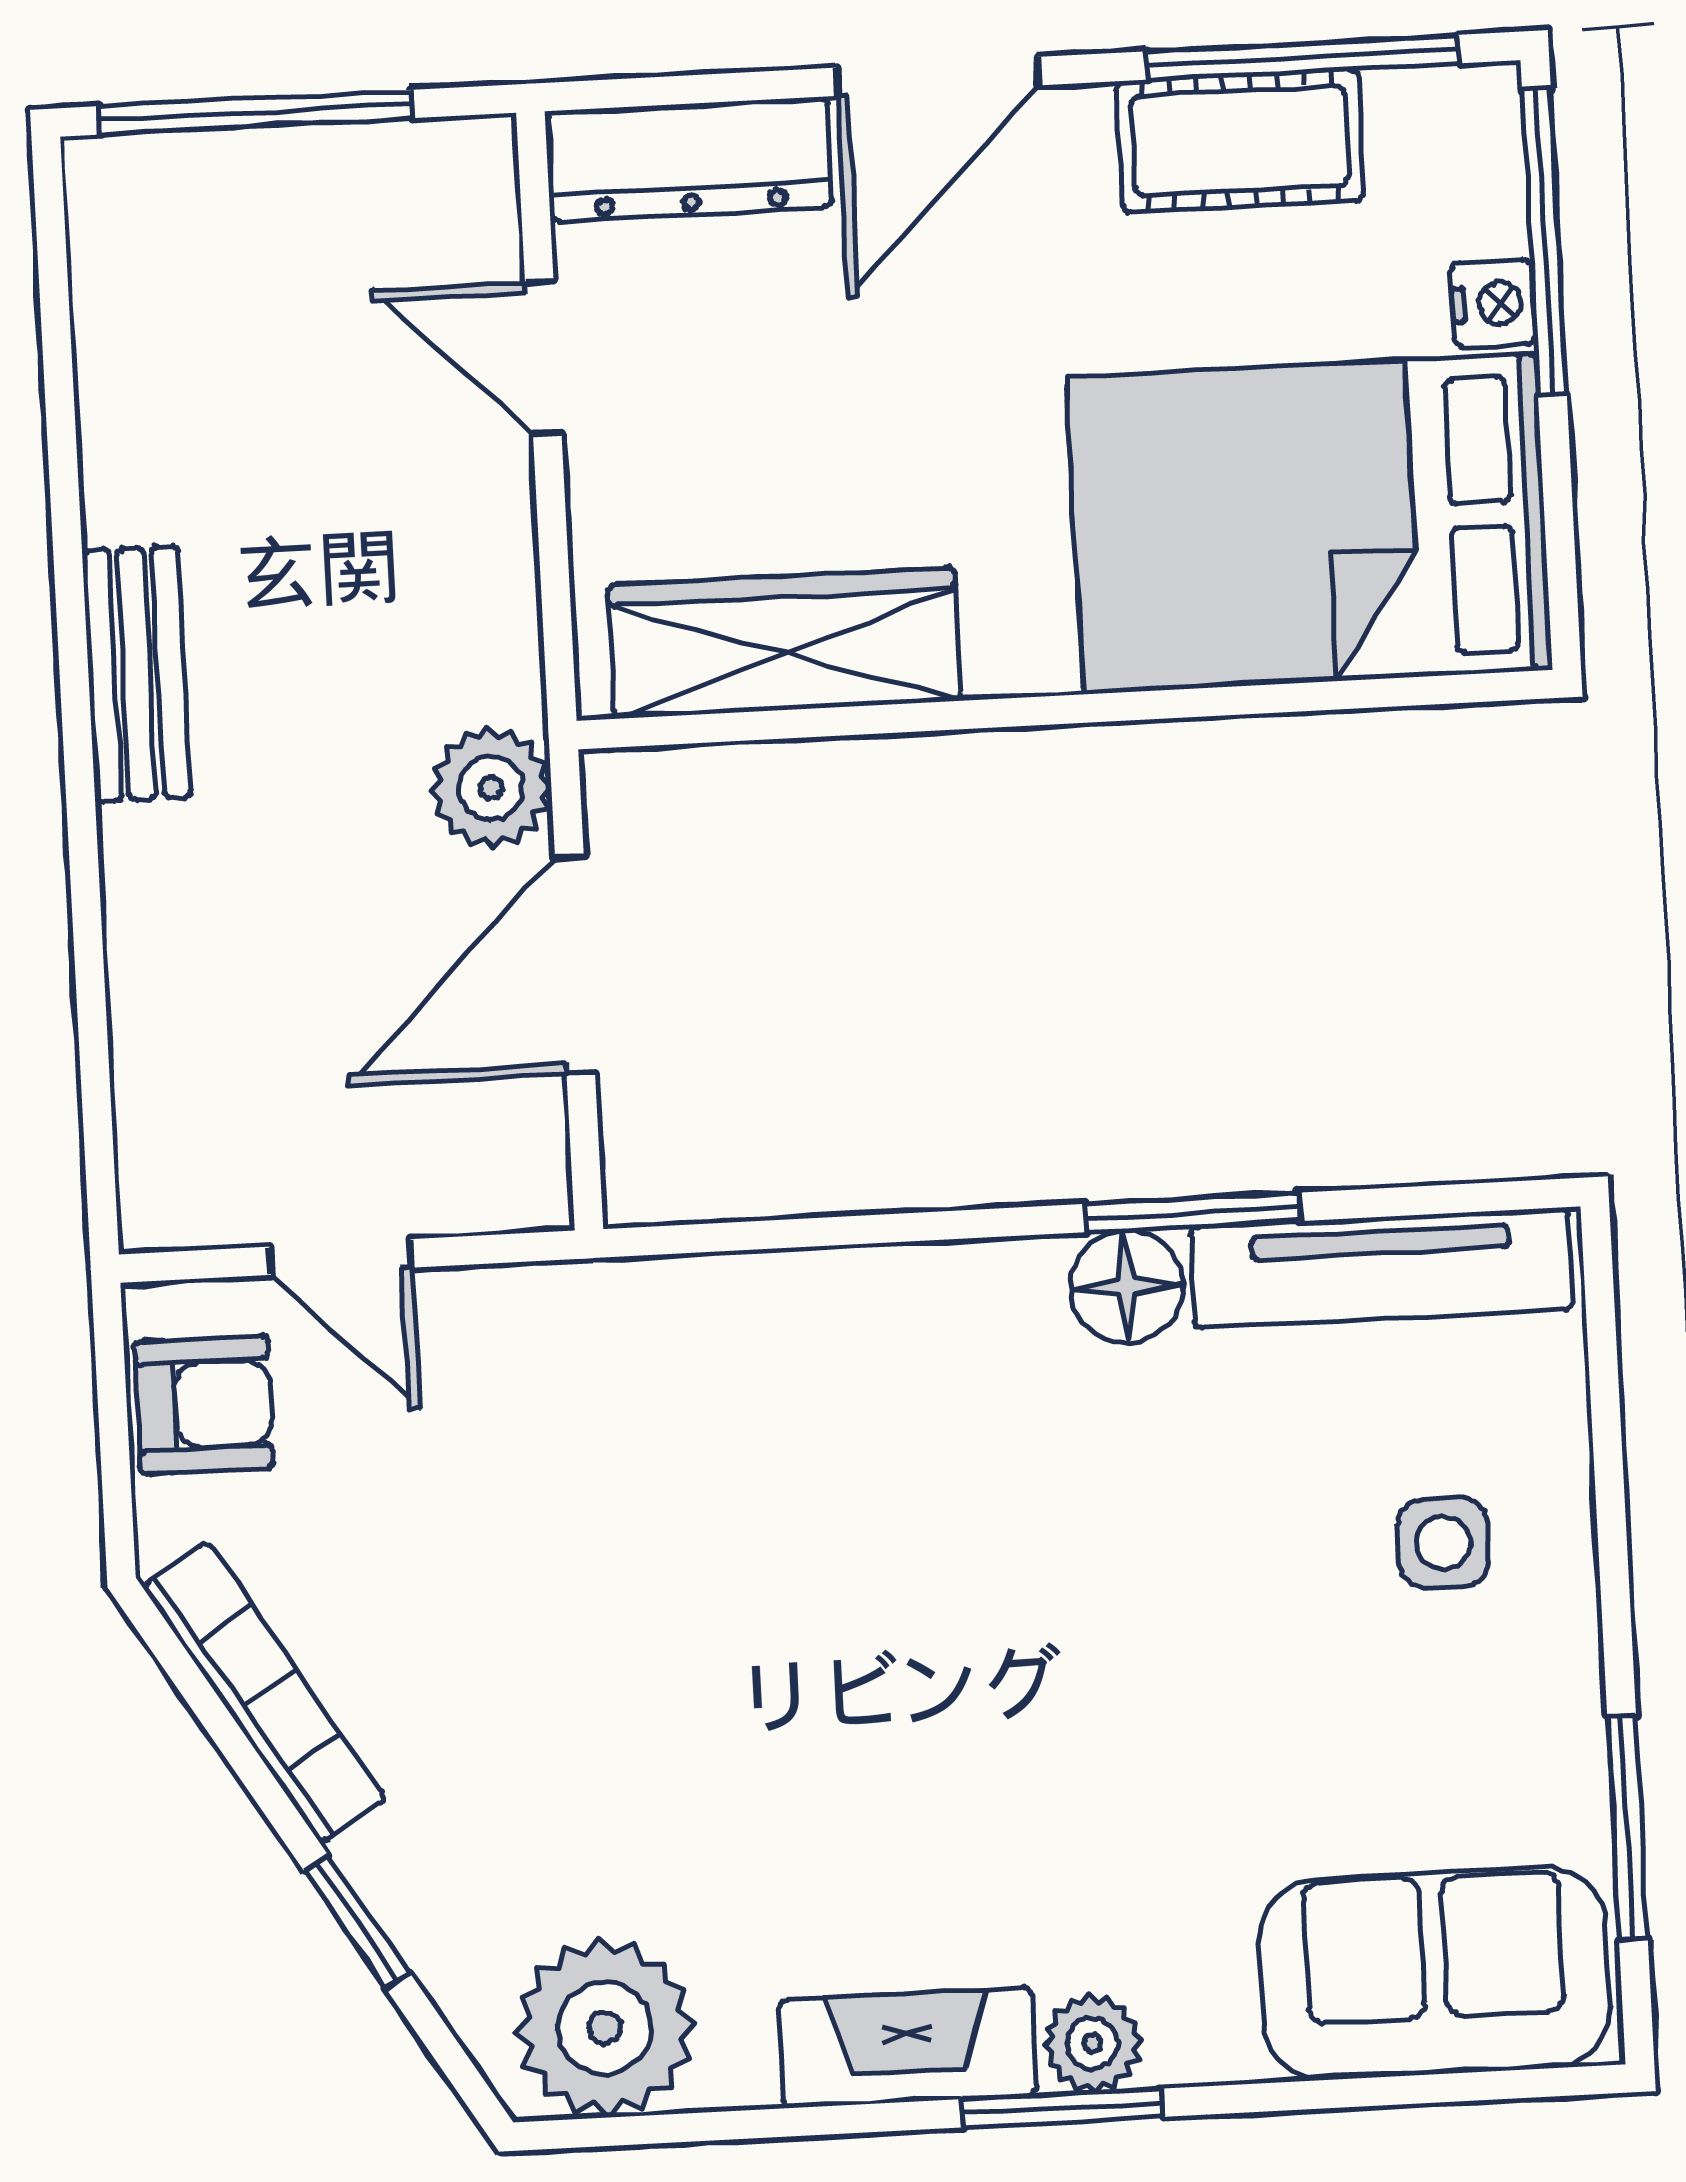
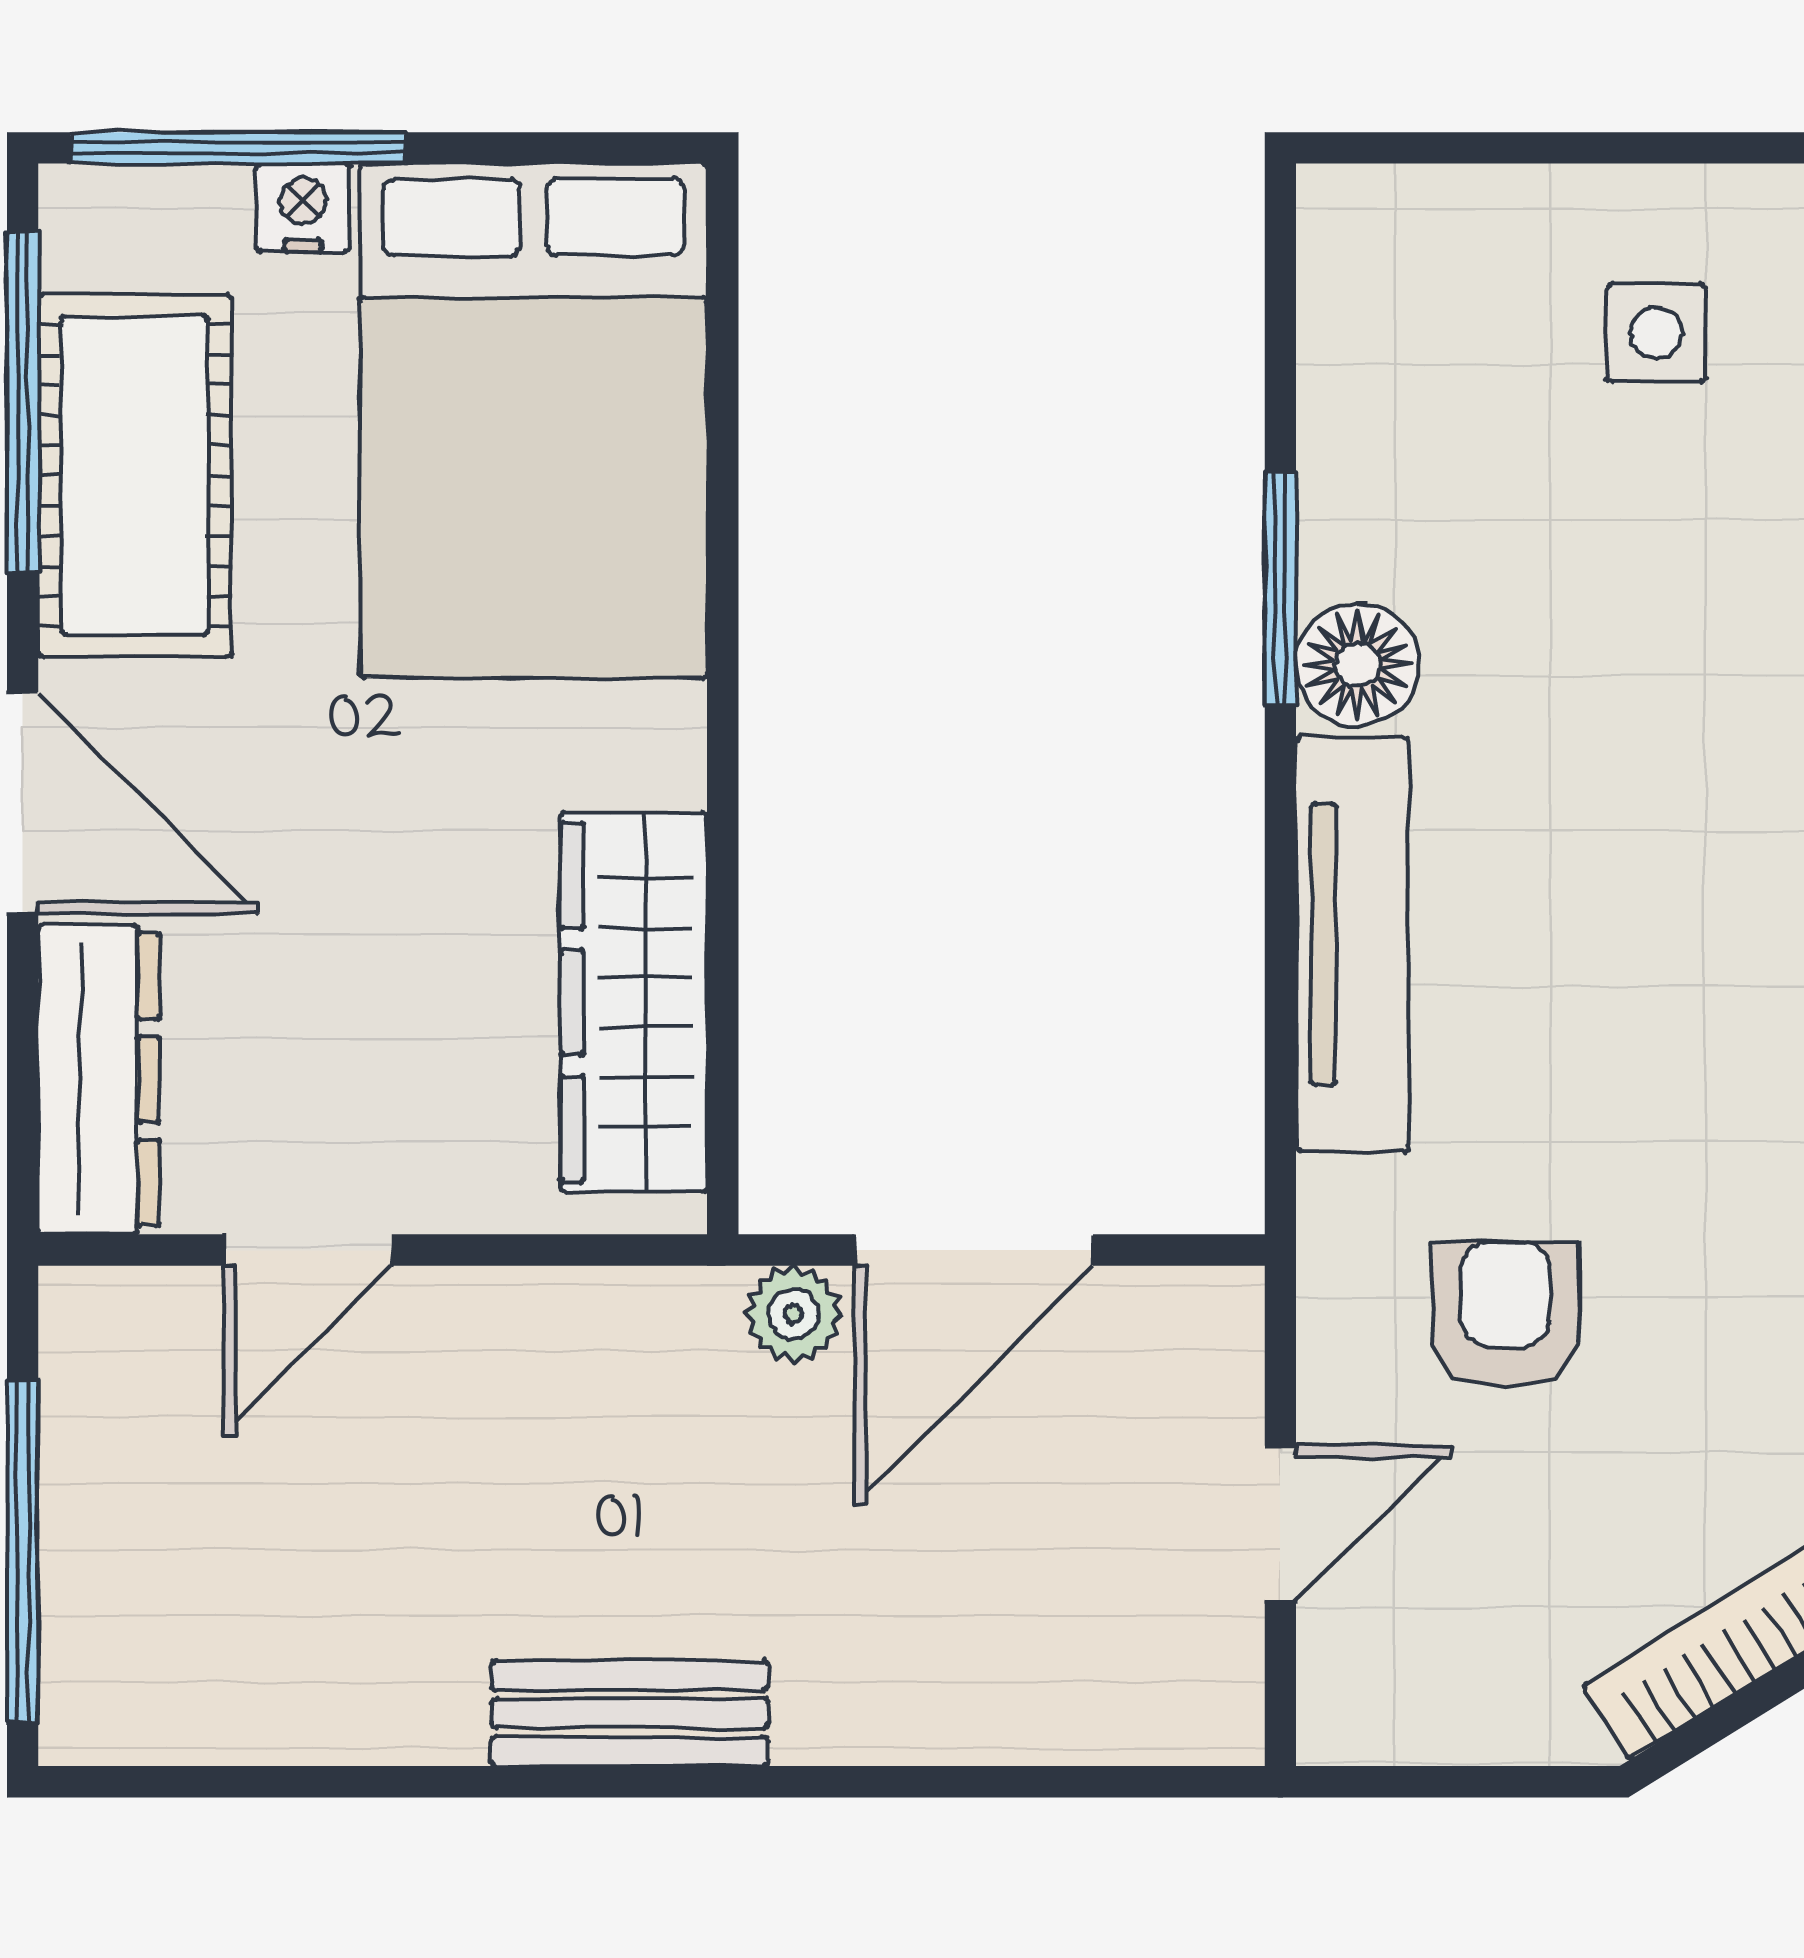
cot: (1240, 141) -> (135, 475), width x1.37, depth x1.34
plant: (491, 788) -> (794, 1314), width x0.73, depth x0.73
door: (575, 965) -> (974, 1250), hinge flipped
tv unit: (1381, 1268) -> (1352, 944), moved
armchair: (204, 1405) -> (1506, 1314), moved

